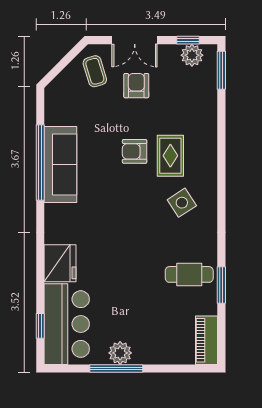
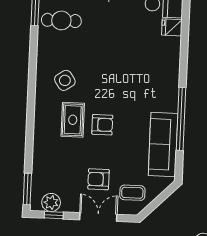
coffee table: (95, 71) -> (132, 193), turned -73
armchair: (136, 86) -> (98, 179), turned 90
sofa: (60, 164) -> (163, 144), moved
fridge: (60, 263) -> (172, 27), width x0.53, depth x0.75

